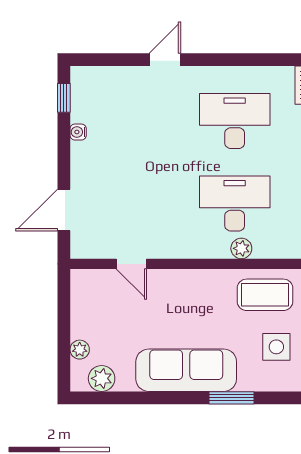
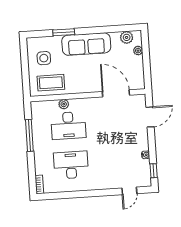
door: (165, 60) -> (129, 191), moved
desk: (235, 121) -> (71, 165), turned 180
door: (131, 264) -> (116, 93), width x1.87

